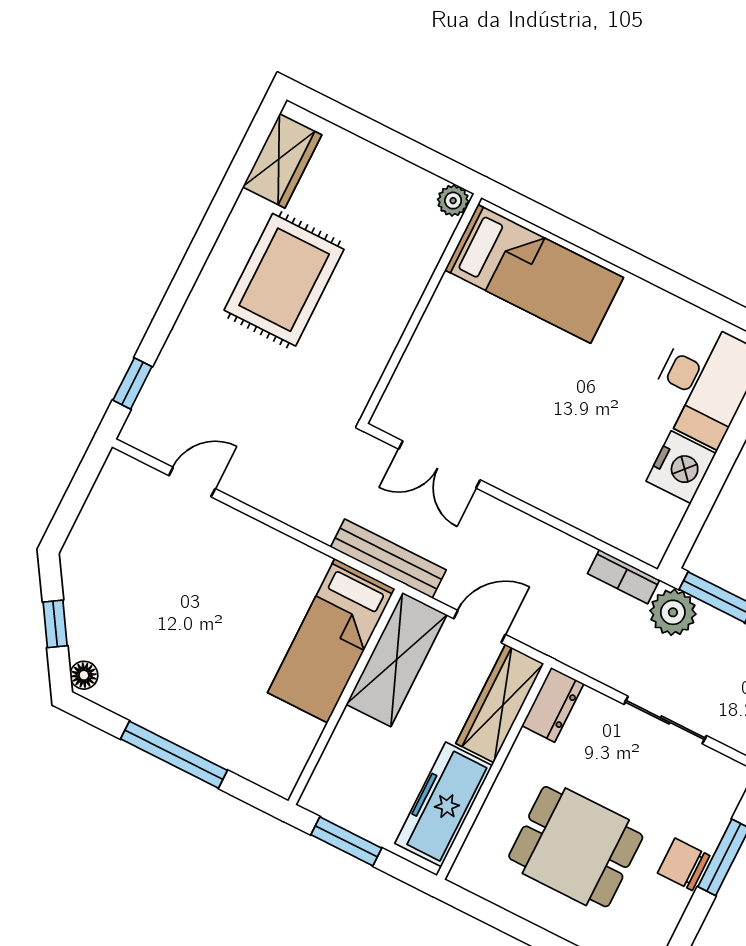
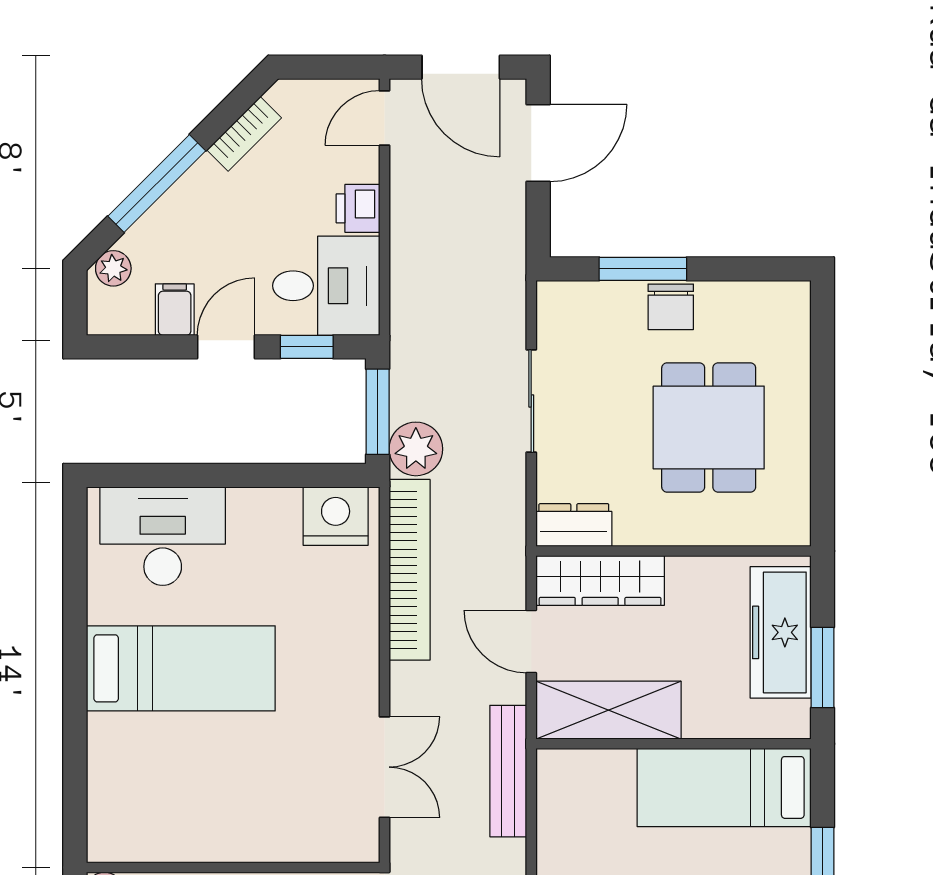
bed: (534, 274) -> (181, 668), moved, turned 90
nightstand: (681, 467) -> (336, 516), moved
bookcase: (624, 577) -> (410, 570), width x2.31, depth x1.31
bed: (331, 641) -> (724, 787), moved, turned 180
freezer: (444, 804) -> (781, 632), moved, turned 90

